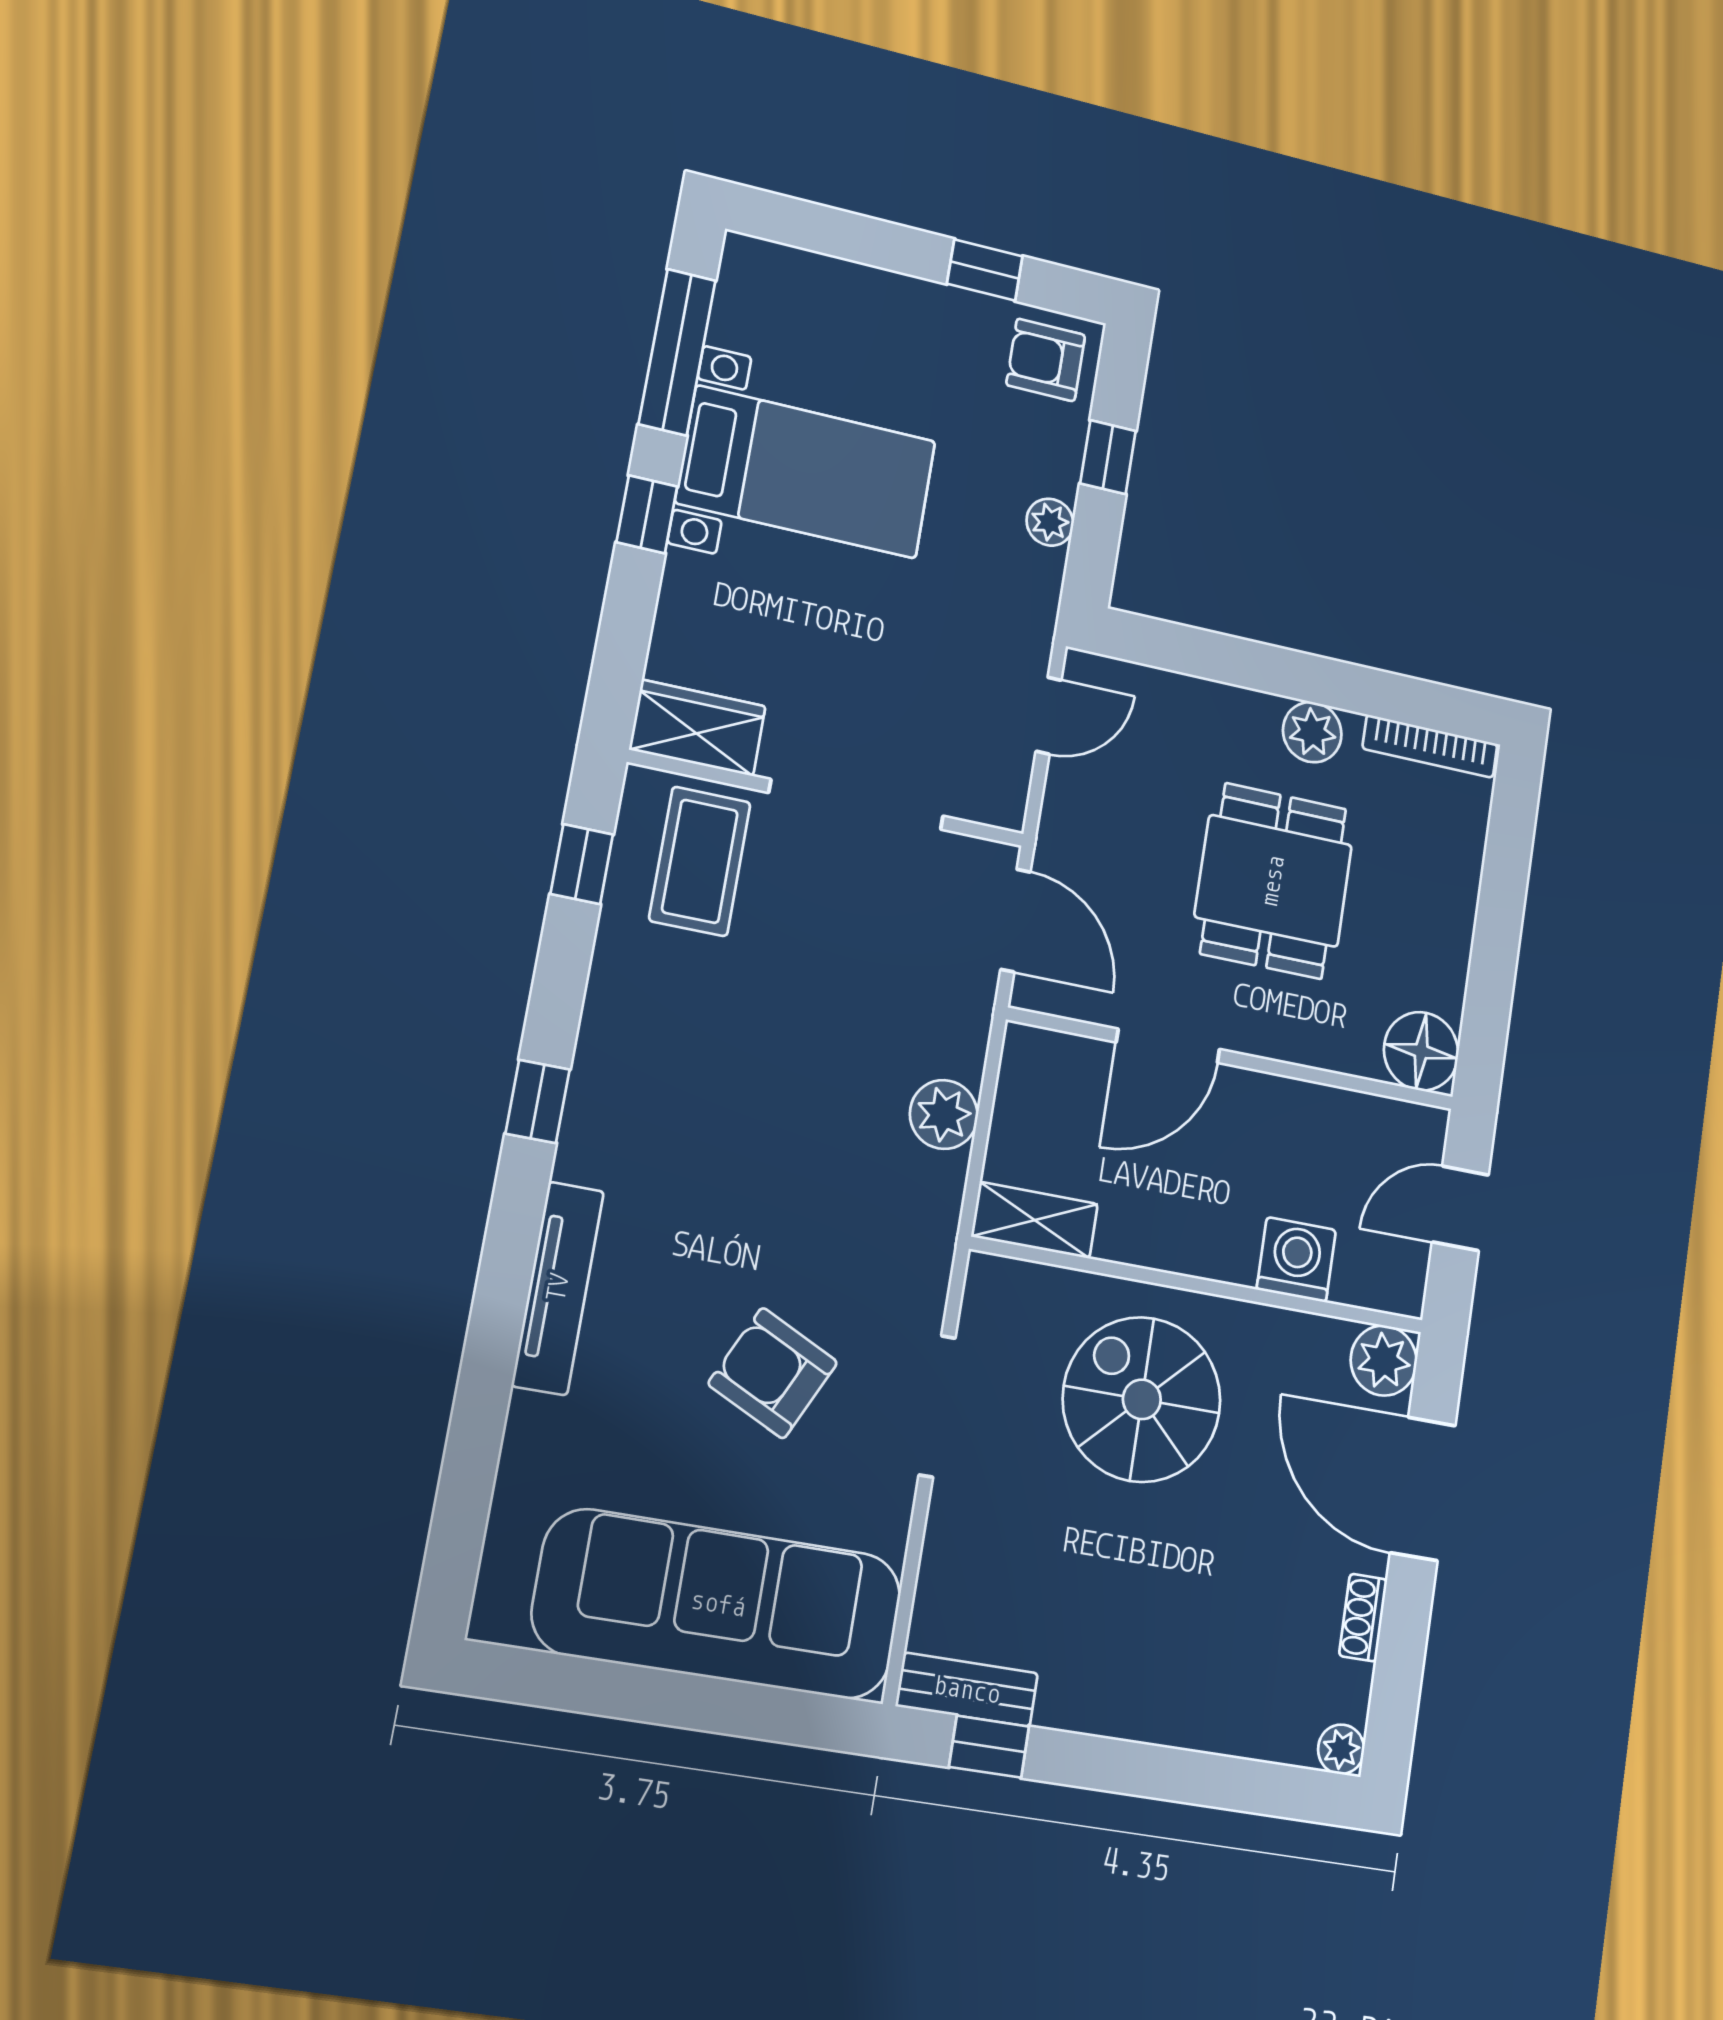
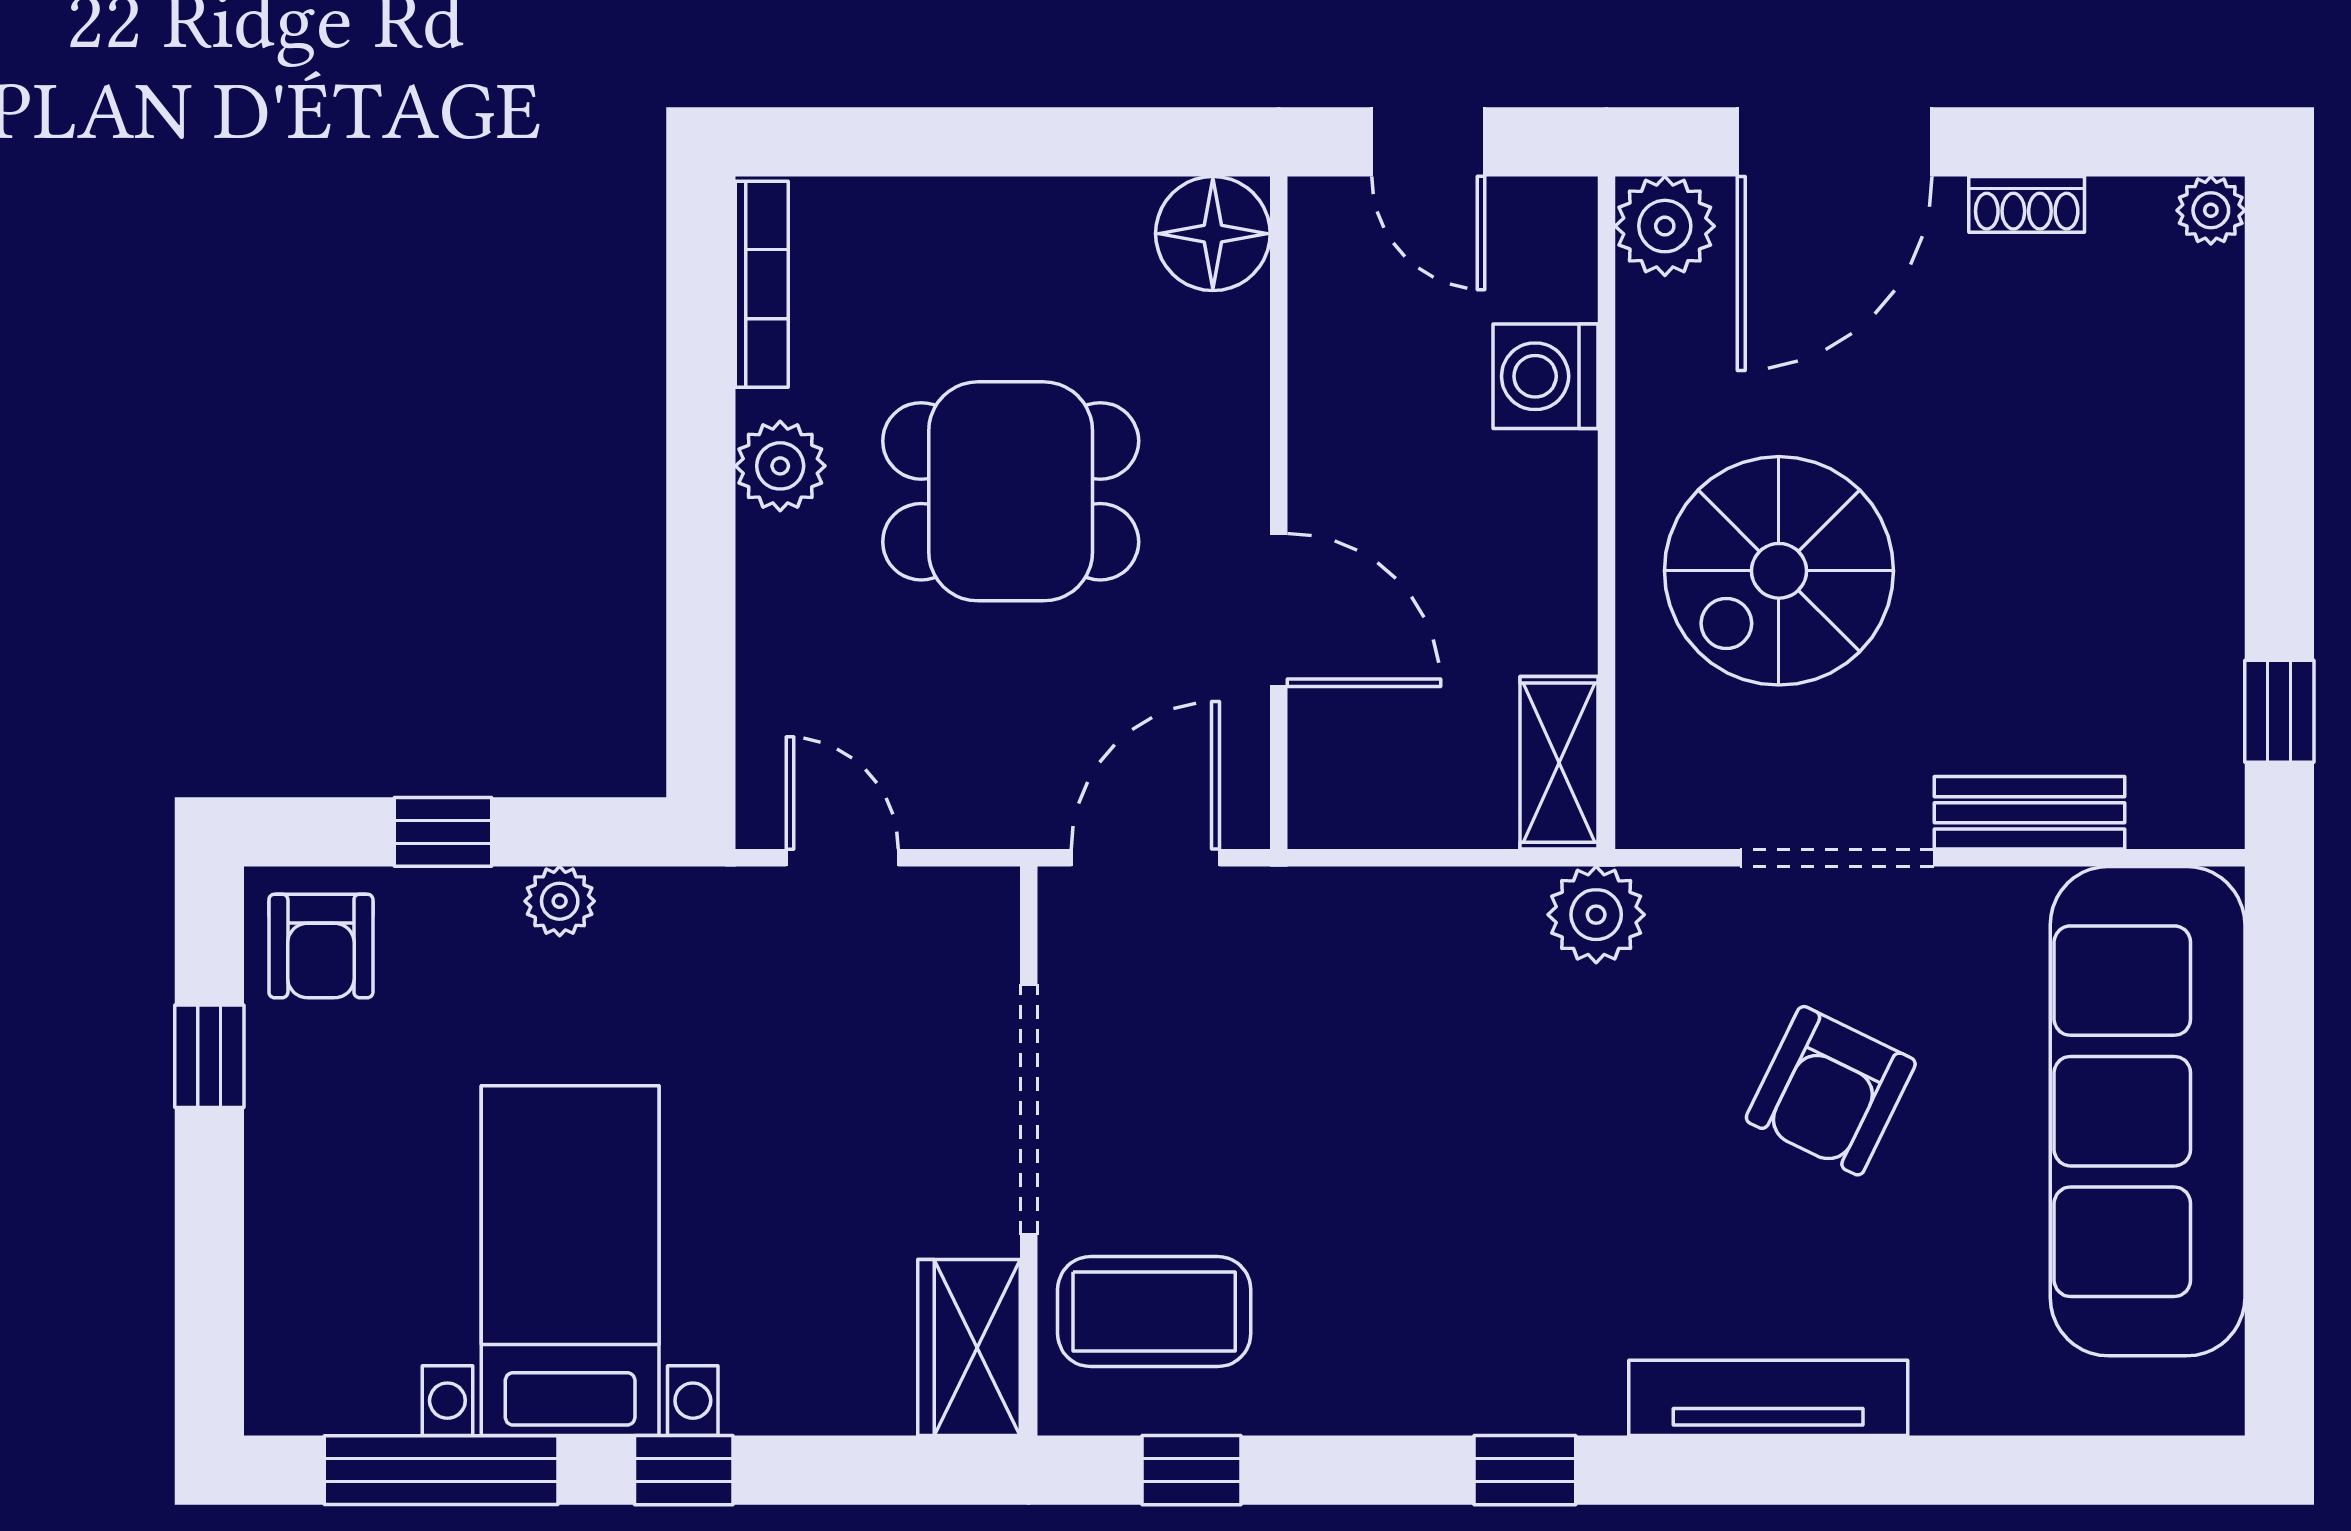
plant: (944, 1115) -> (1596, 915), moved
bench: (967, 1690) -> (2029, 813), moved, turned 90

